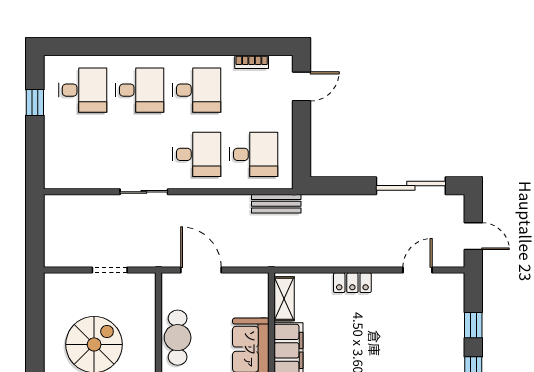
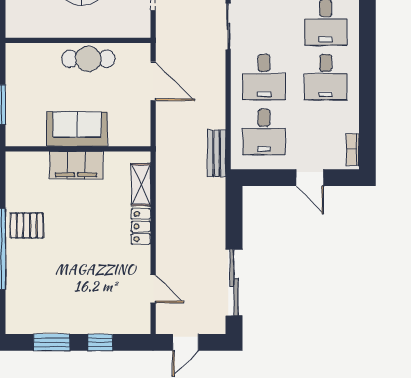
bookcase: (252, 62) -> (353, 150), moved
door: (302, 86) -> (310, 178), moved
door: (201, 270) -> (153, 81), hinge flipped
shelving: (284, 299) -> (141, 185), moved, turned 90

